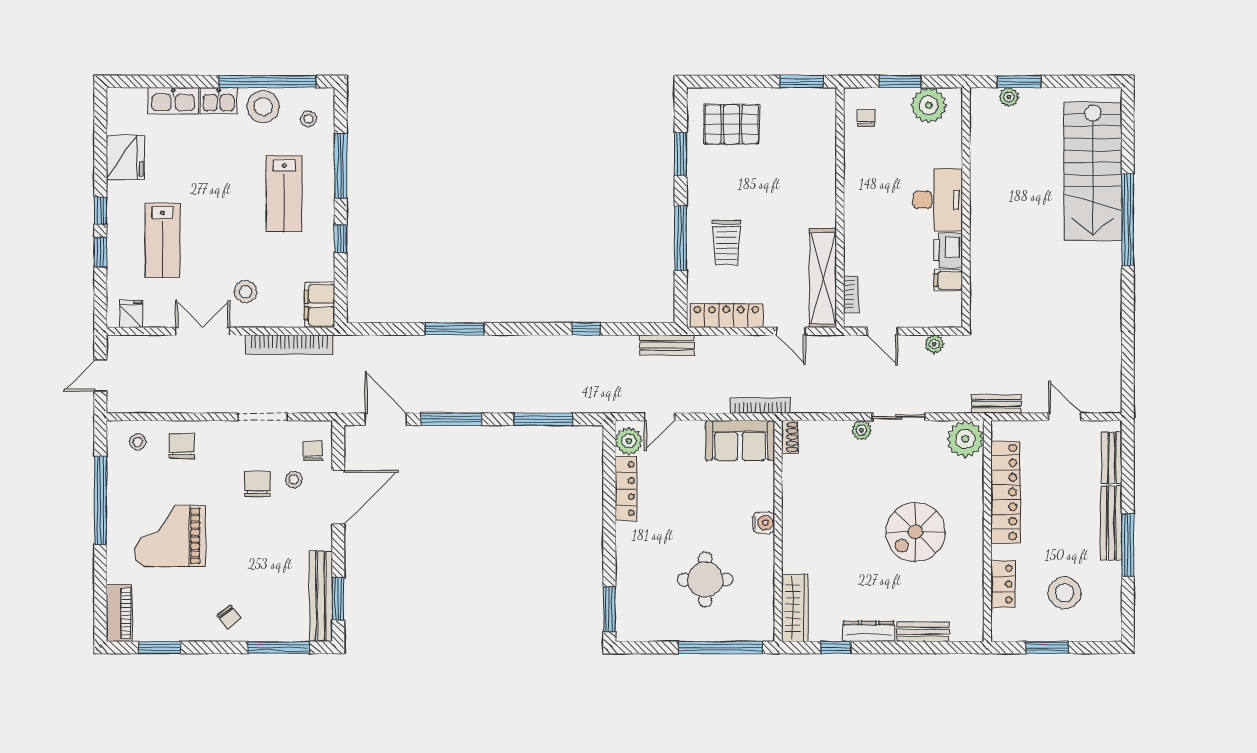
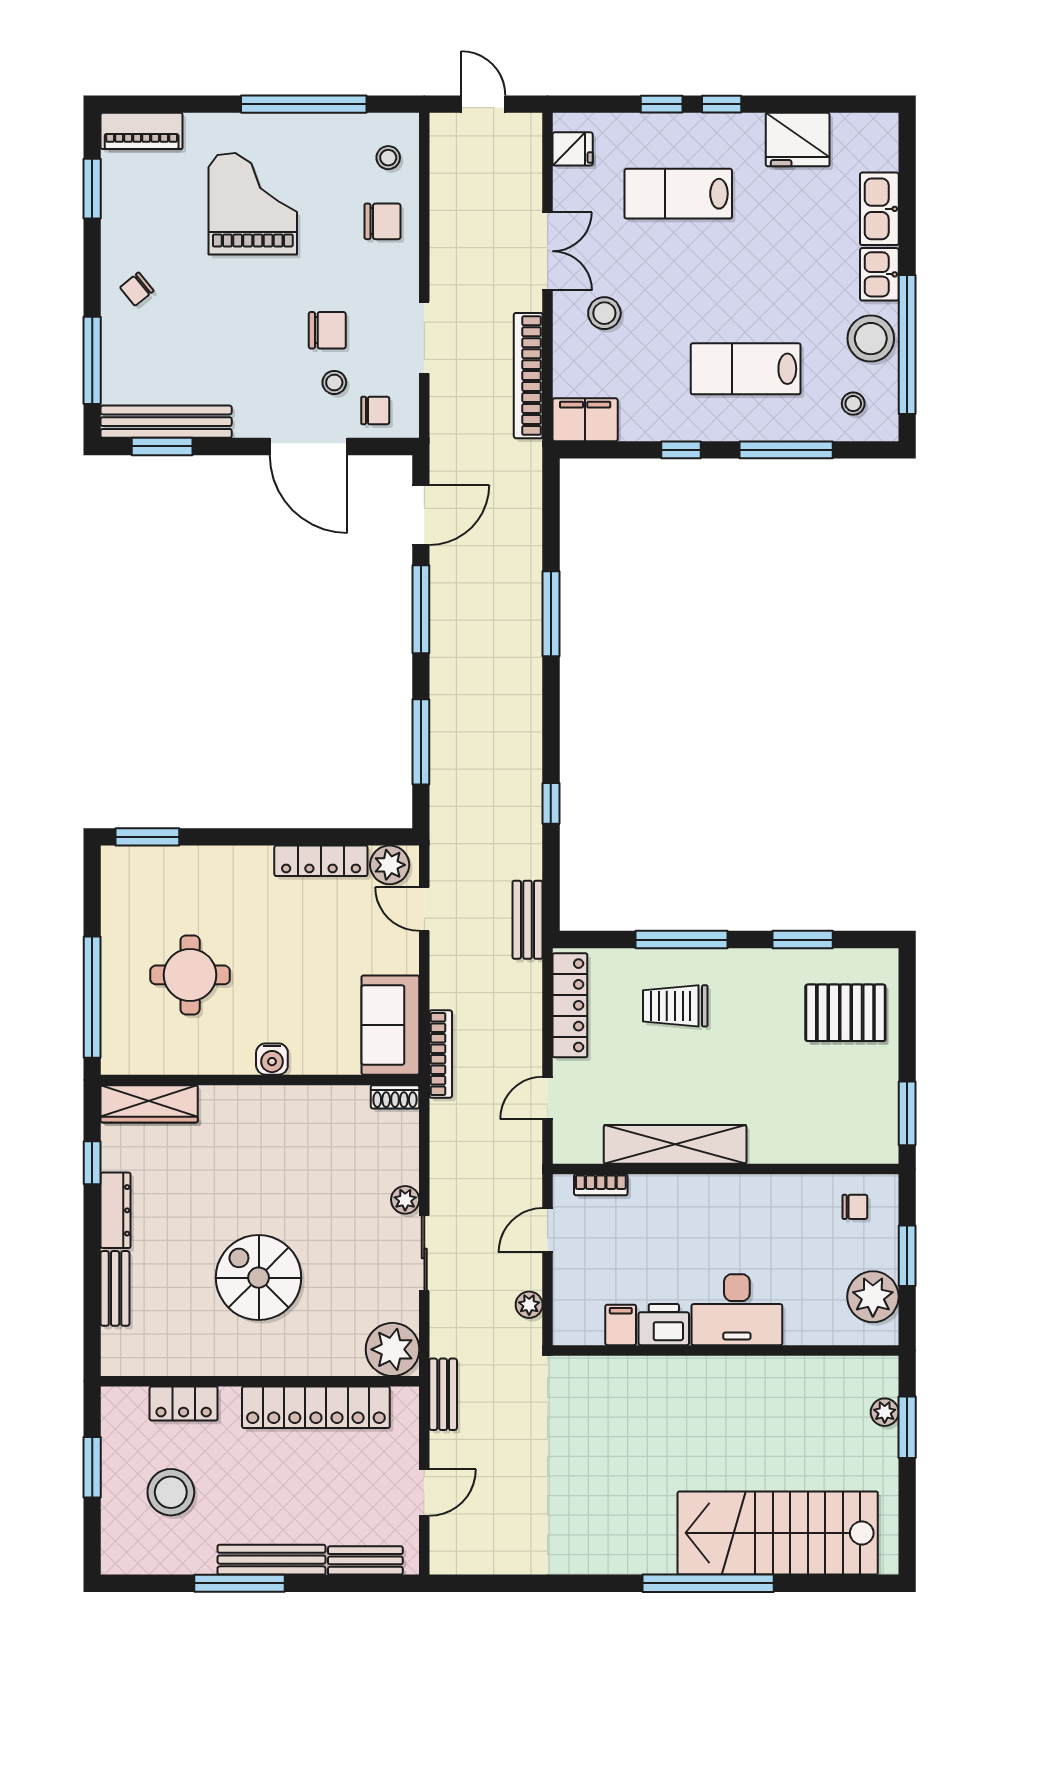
pallet: (732, 124) -> (845, 1013), turned 90
shelving: (823, 278) -> (675, 1144), moved

